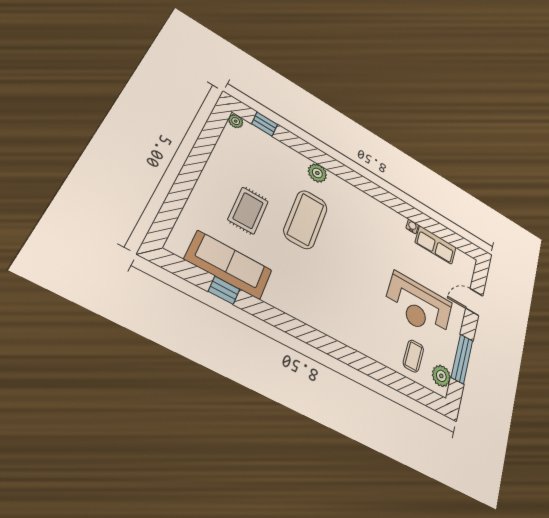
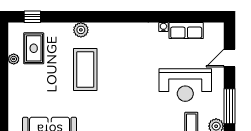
plant: (236, 121) -> (14, 59), moved
rug: (248, 211) -> (34, 48), moved

